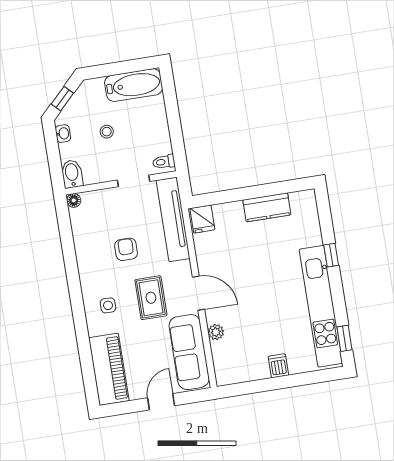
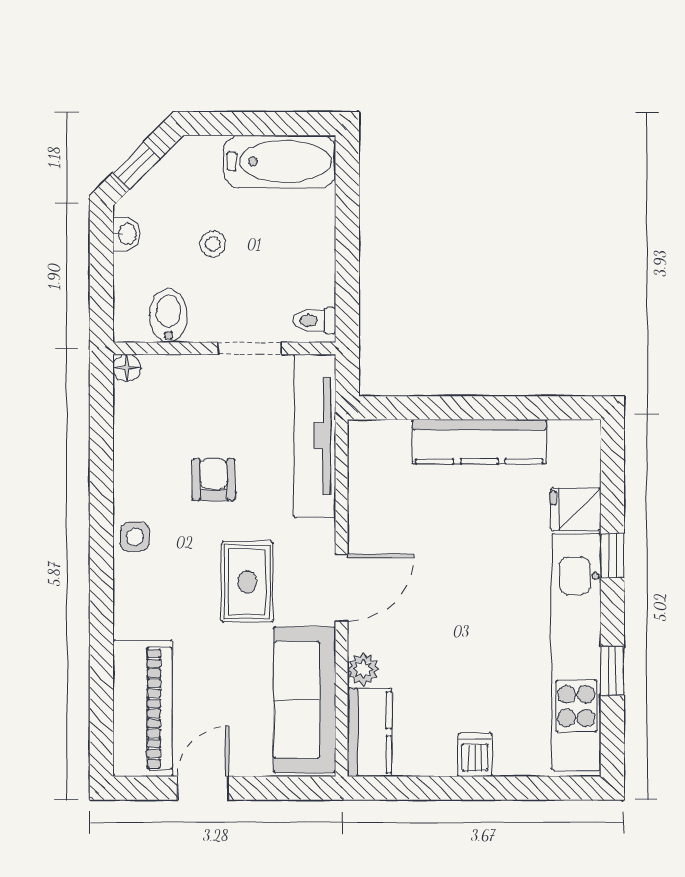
bidet: (72, 174) -> (169, 315), moved
kitchen counter: (267, 207) -> (479, 442), width x1.50
fridge: (202, 219) -> (576, 509), moved, turned 90
door: (199, 293) -> (342, 588), hinge flipped
side table: (108, 305) -> (135, 537), moved
window: (345, 338) -> (612, 671), moved
kitchen counter: (224, 363) -> (369, 732), added
door: (161, 402) -> (203, 788), moved

